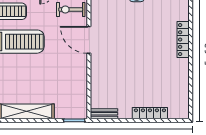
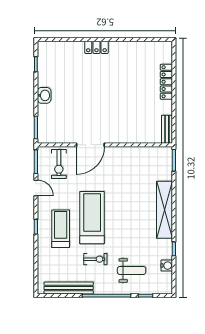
locker: (183, 40) -> (96, 47), width x0.66

